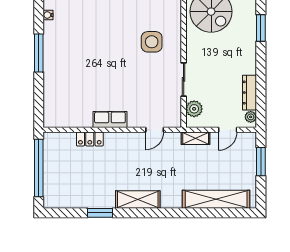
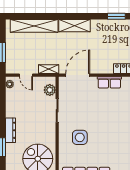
dresser: (250, 93) -> (10, 130), moved
door: (155, 130) -> (78, 75), width x1.88
door: (228, 130) -> (26, 75), swing flipped
shelving: (138, 200) -> (75, 26), moved

